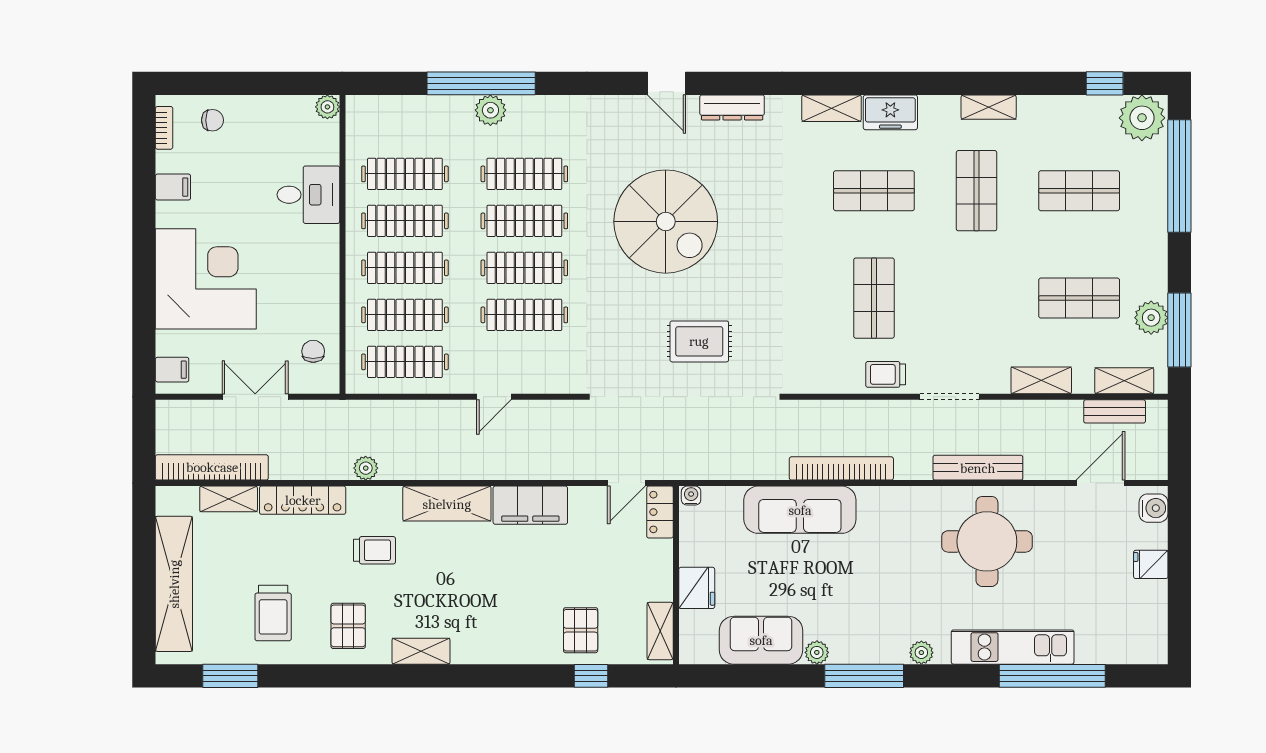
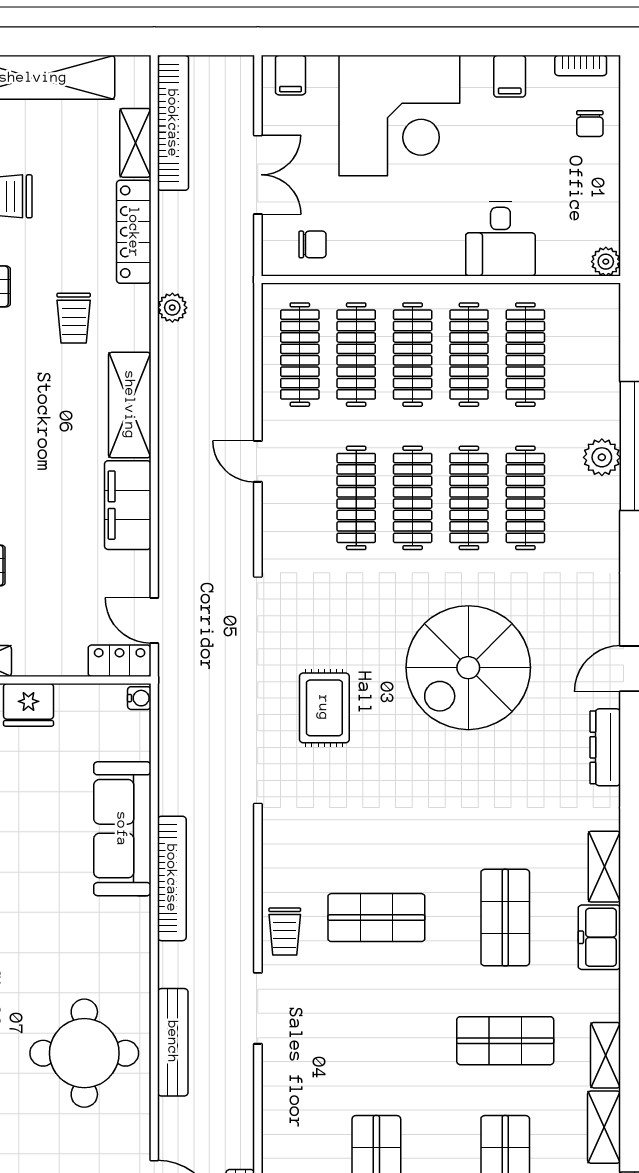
trolley: (886, 374) -> (285, 931), turned 180
shelving: (1041, 380) -> (604, 1127), moved

